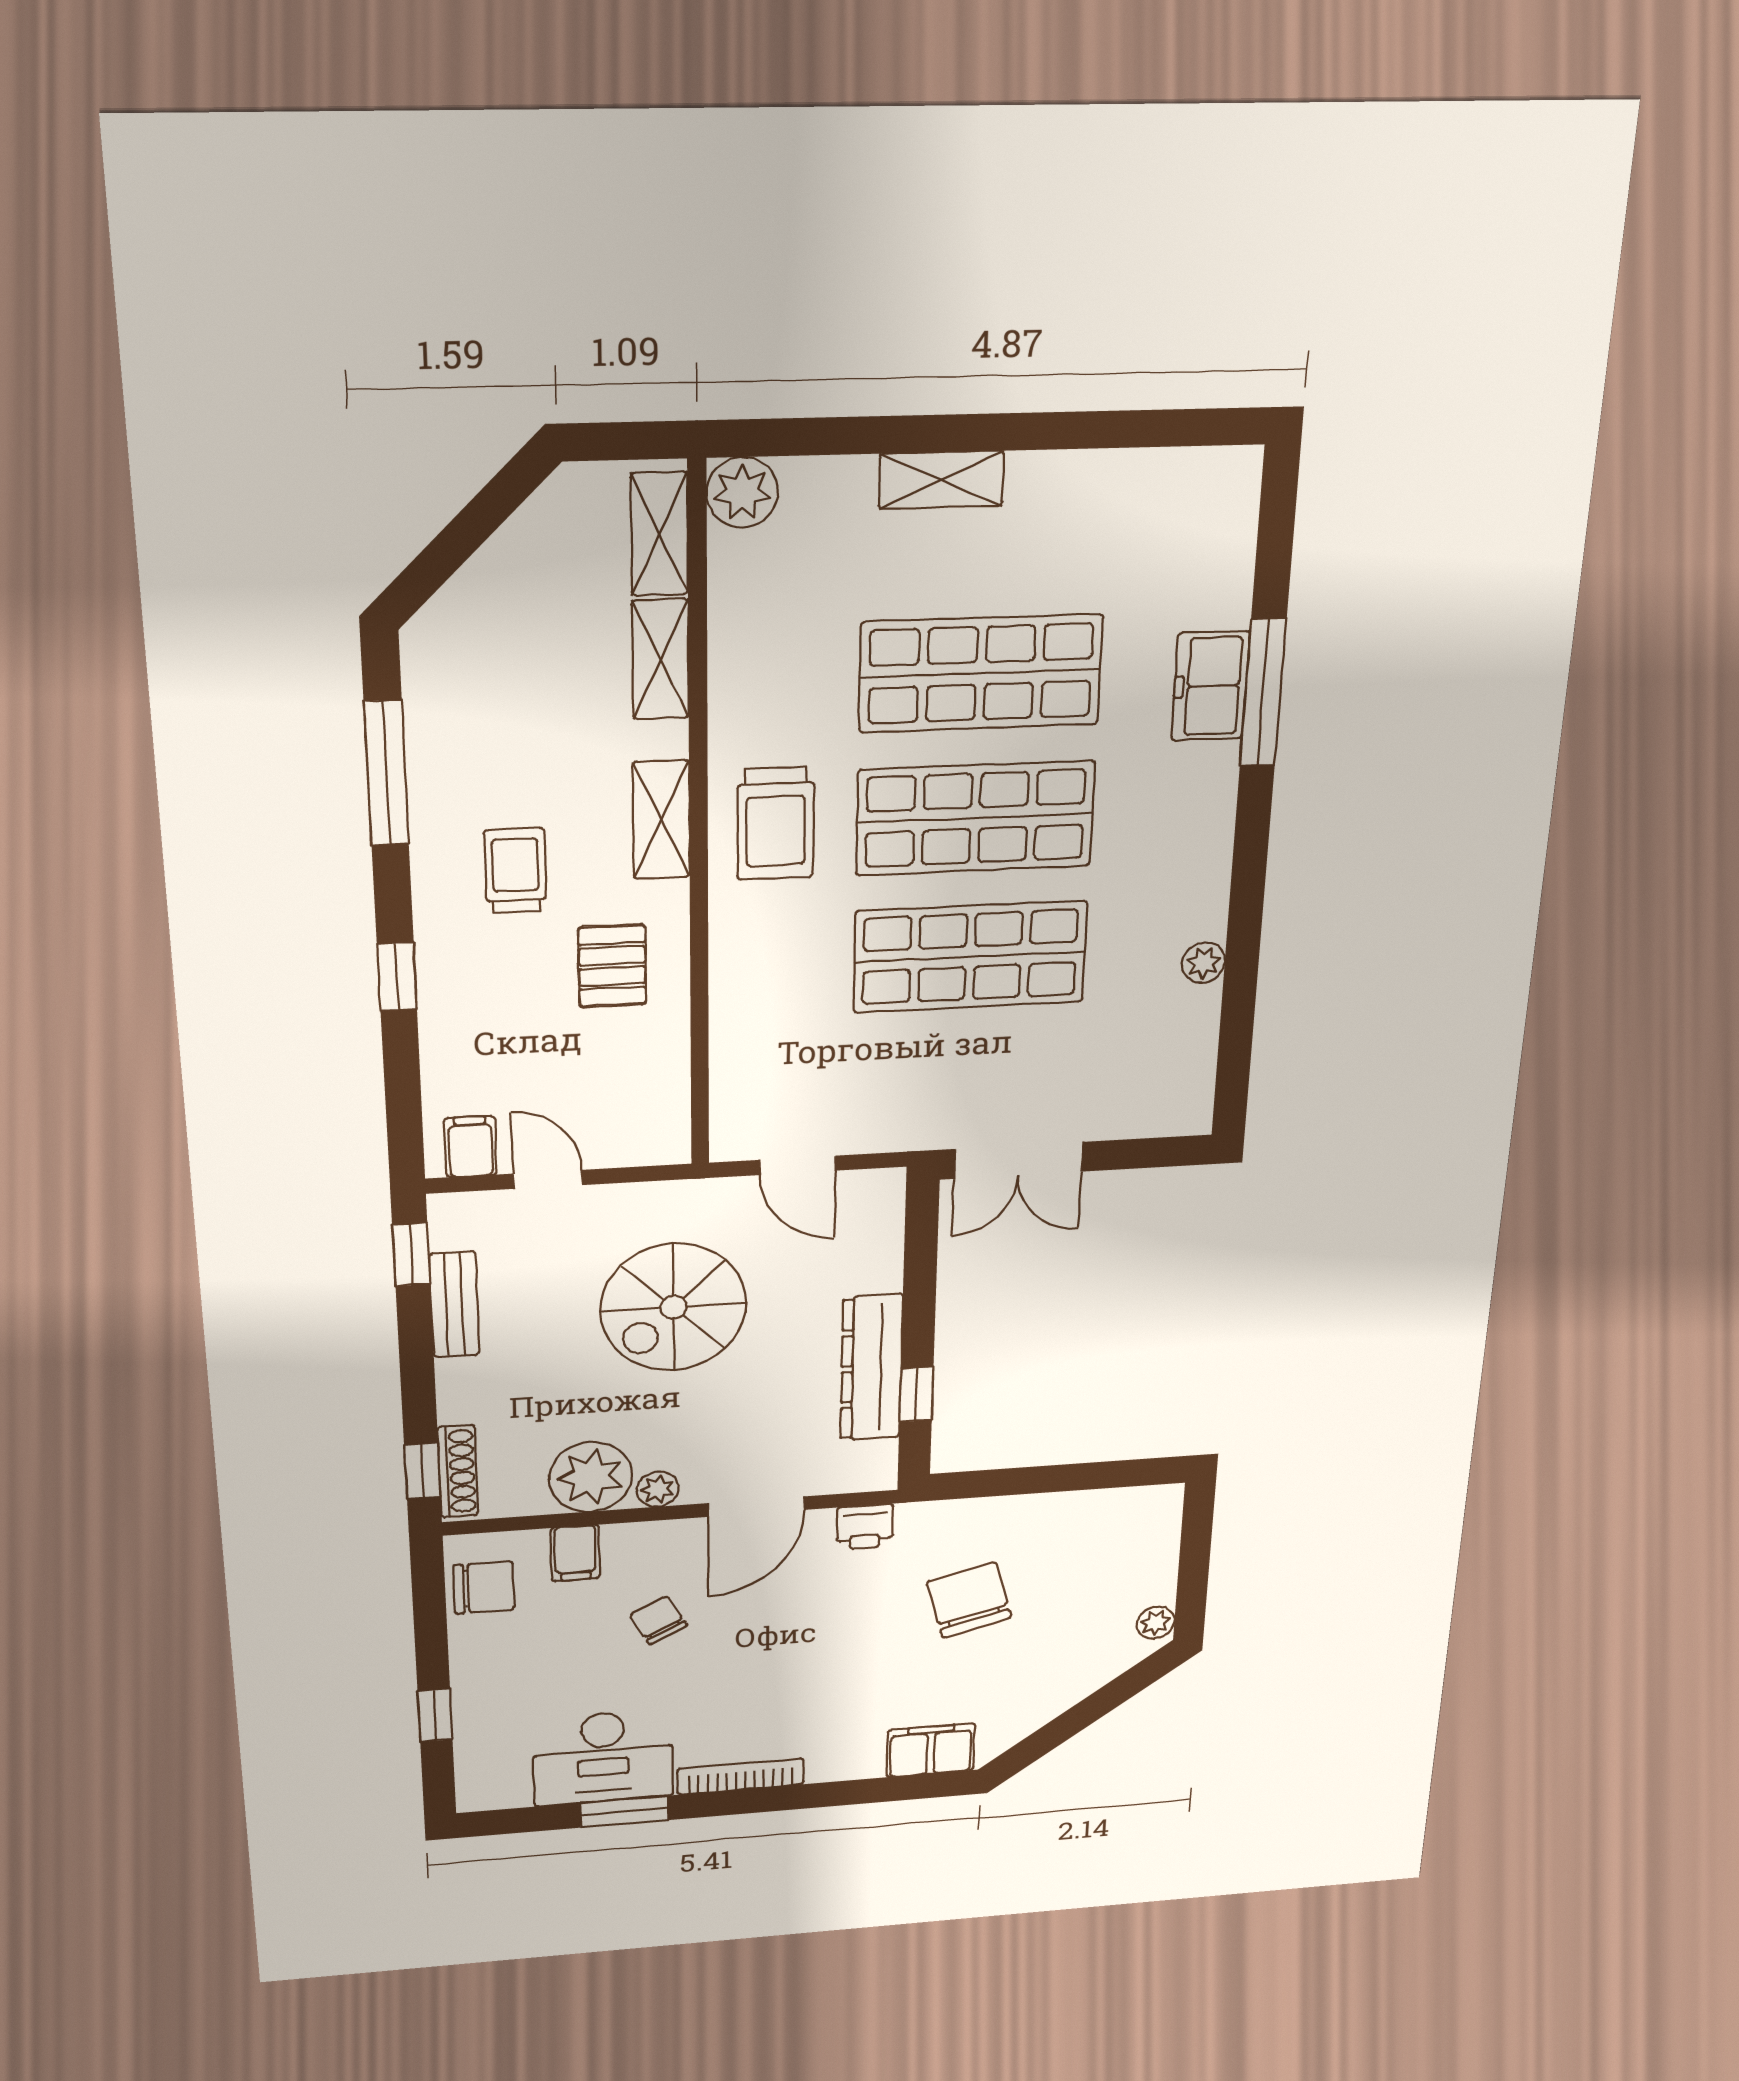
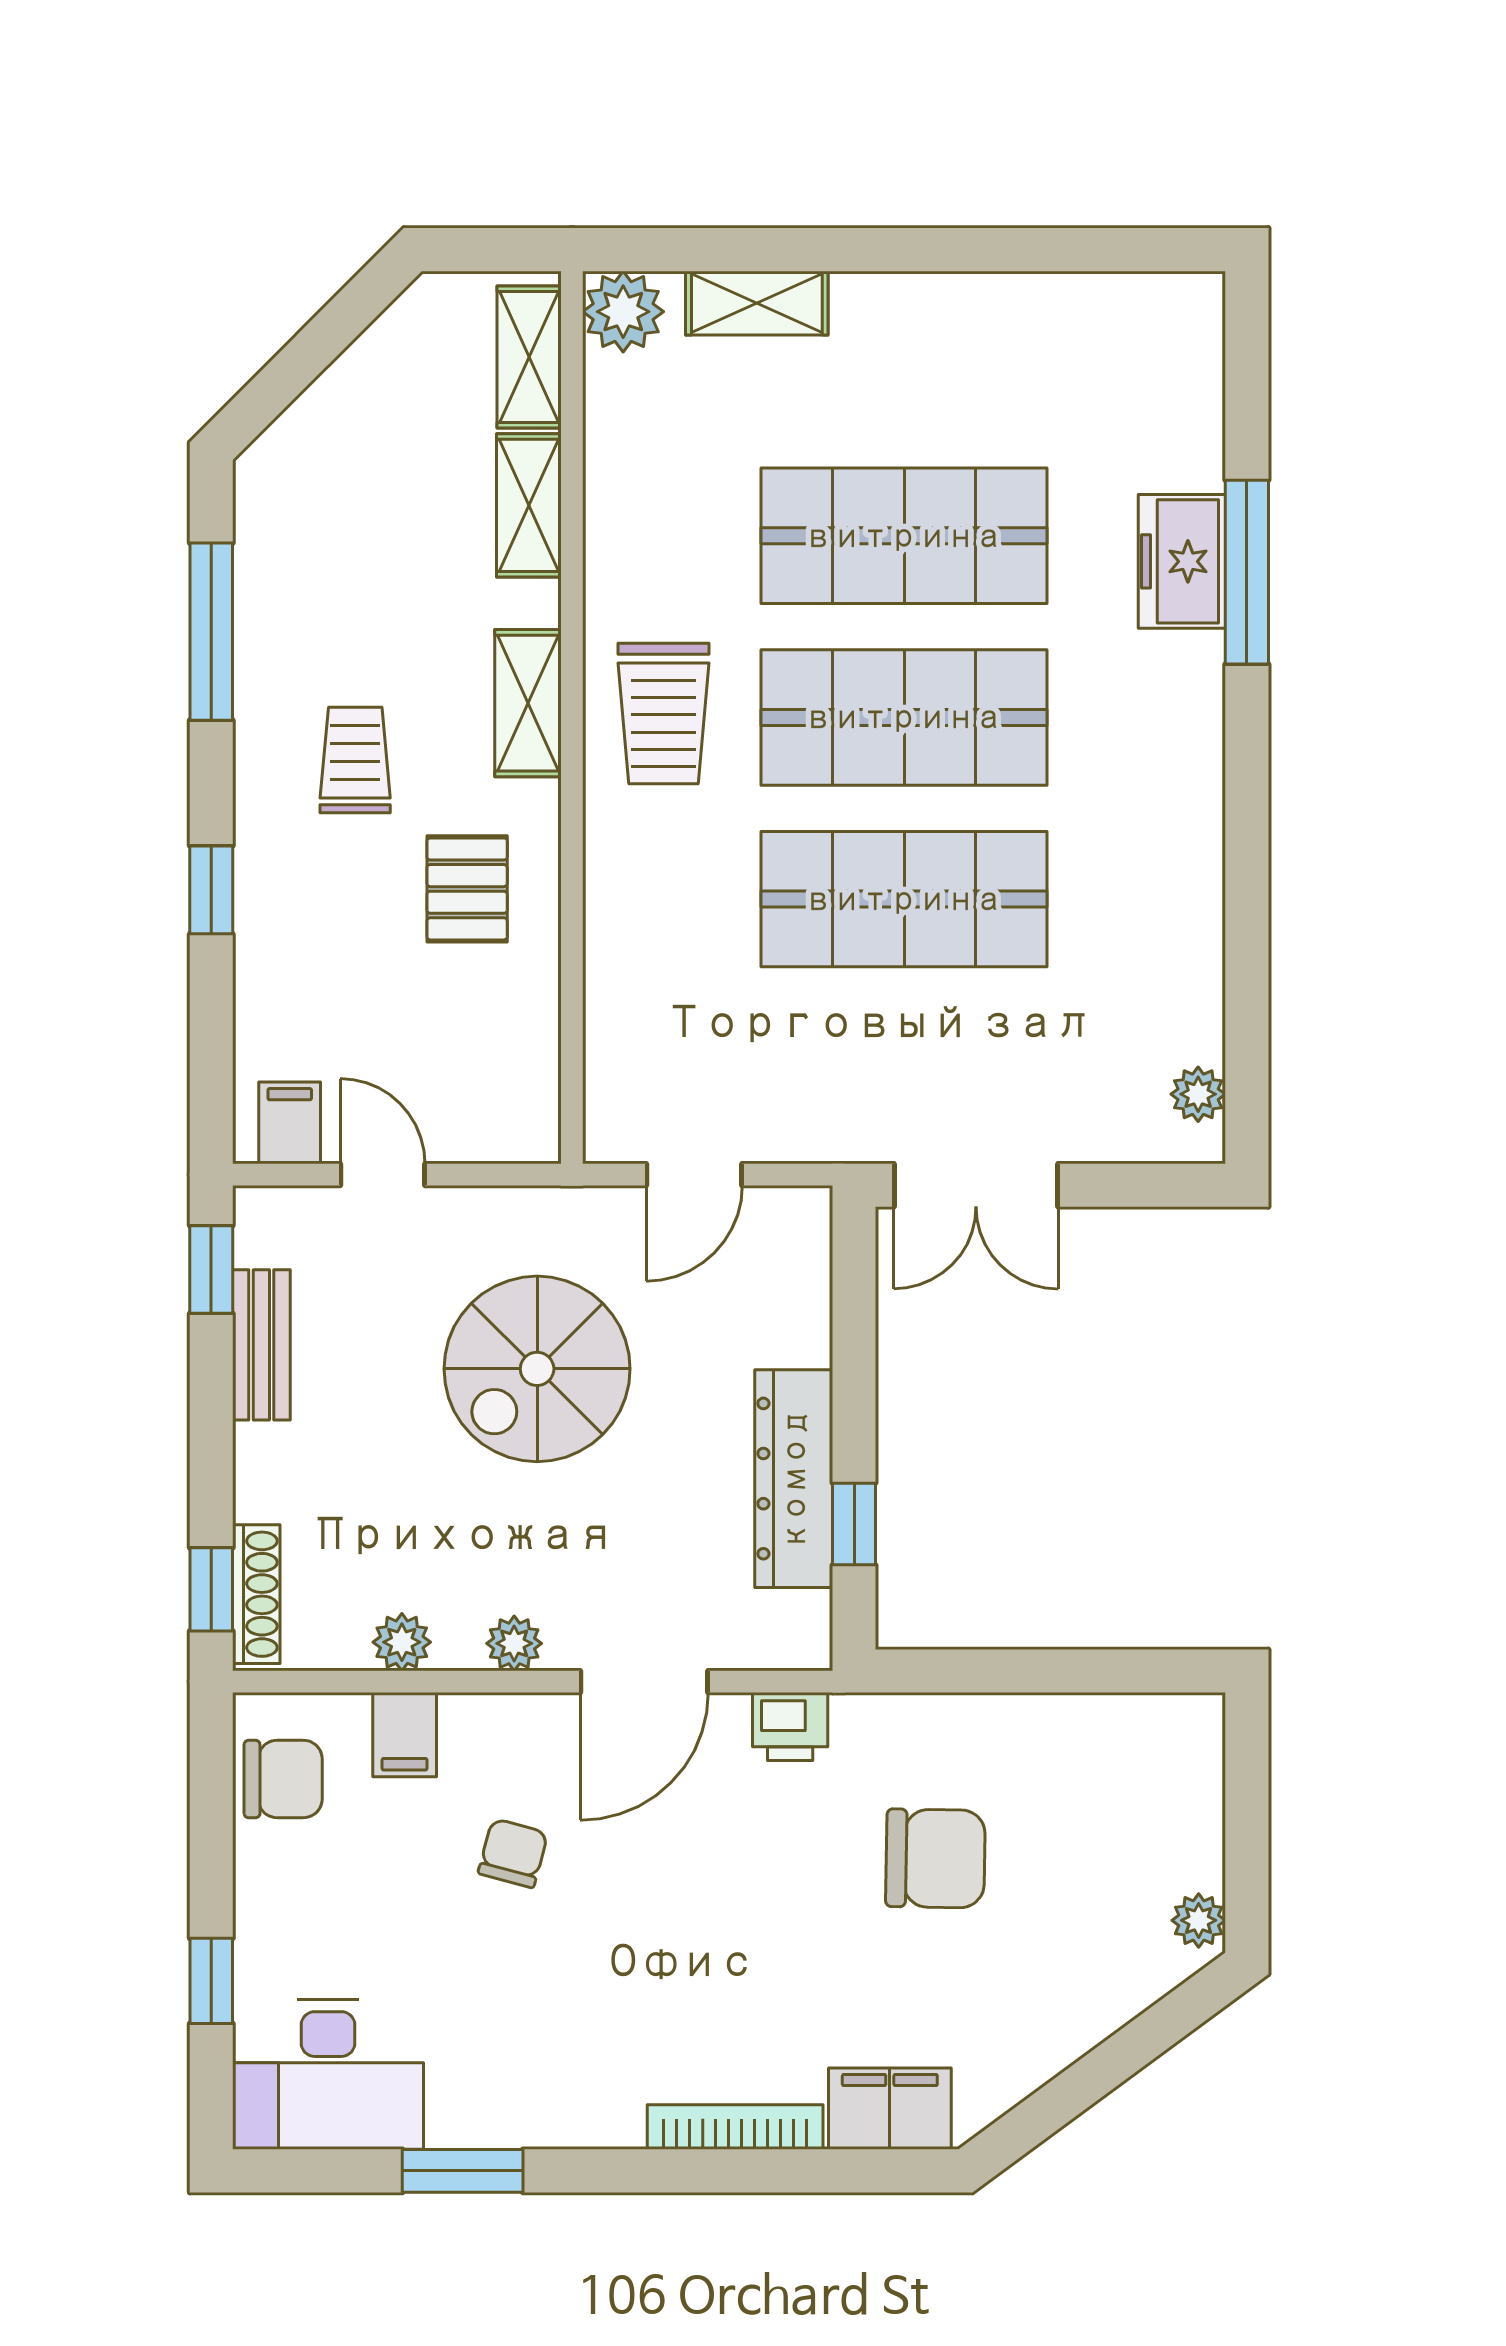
shelving: (941, 480) -> (757, 303), moved
plant: (1204, 963) -> (1198, 1094), moved
door: (798, 1165) -> (694, 1175), hinge flipped
plant: (591, 1477) -> (402, 1642), width x0.53, depth x0.53
chair: (969, 1600) -> (935, 1858), turned 106
chair: (658, 1620) -> (513, 1853), turned 43
desk: (603, 1757) -> (328, 2075), moved
bookcase: (741, 1777) -> (735, 2127), moved

